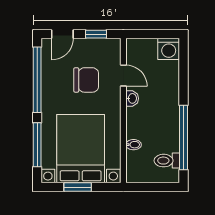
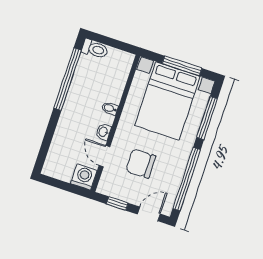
washing machine: (169, 49) -> (84, 177), moved
bidet: (133, 145) -> (110, 108), moved
toilet: (167, 161) -> (95, 49), moved
window: (78, 187) -> (182, 66), width x1.44

